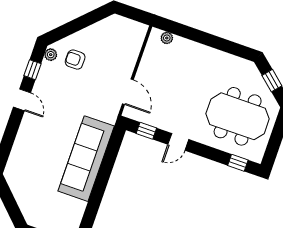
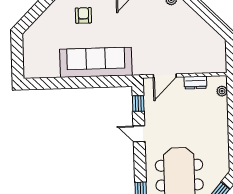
armchair: (75, 60) -> (83, 15), moved
dresser: (147, 62) -> (195, 83), added

